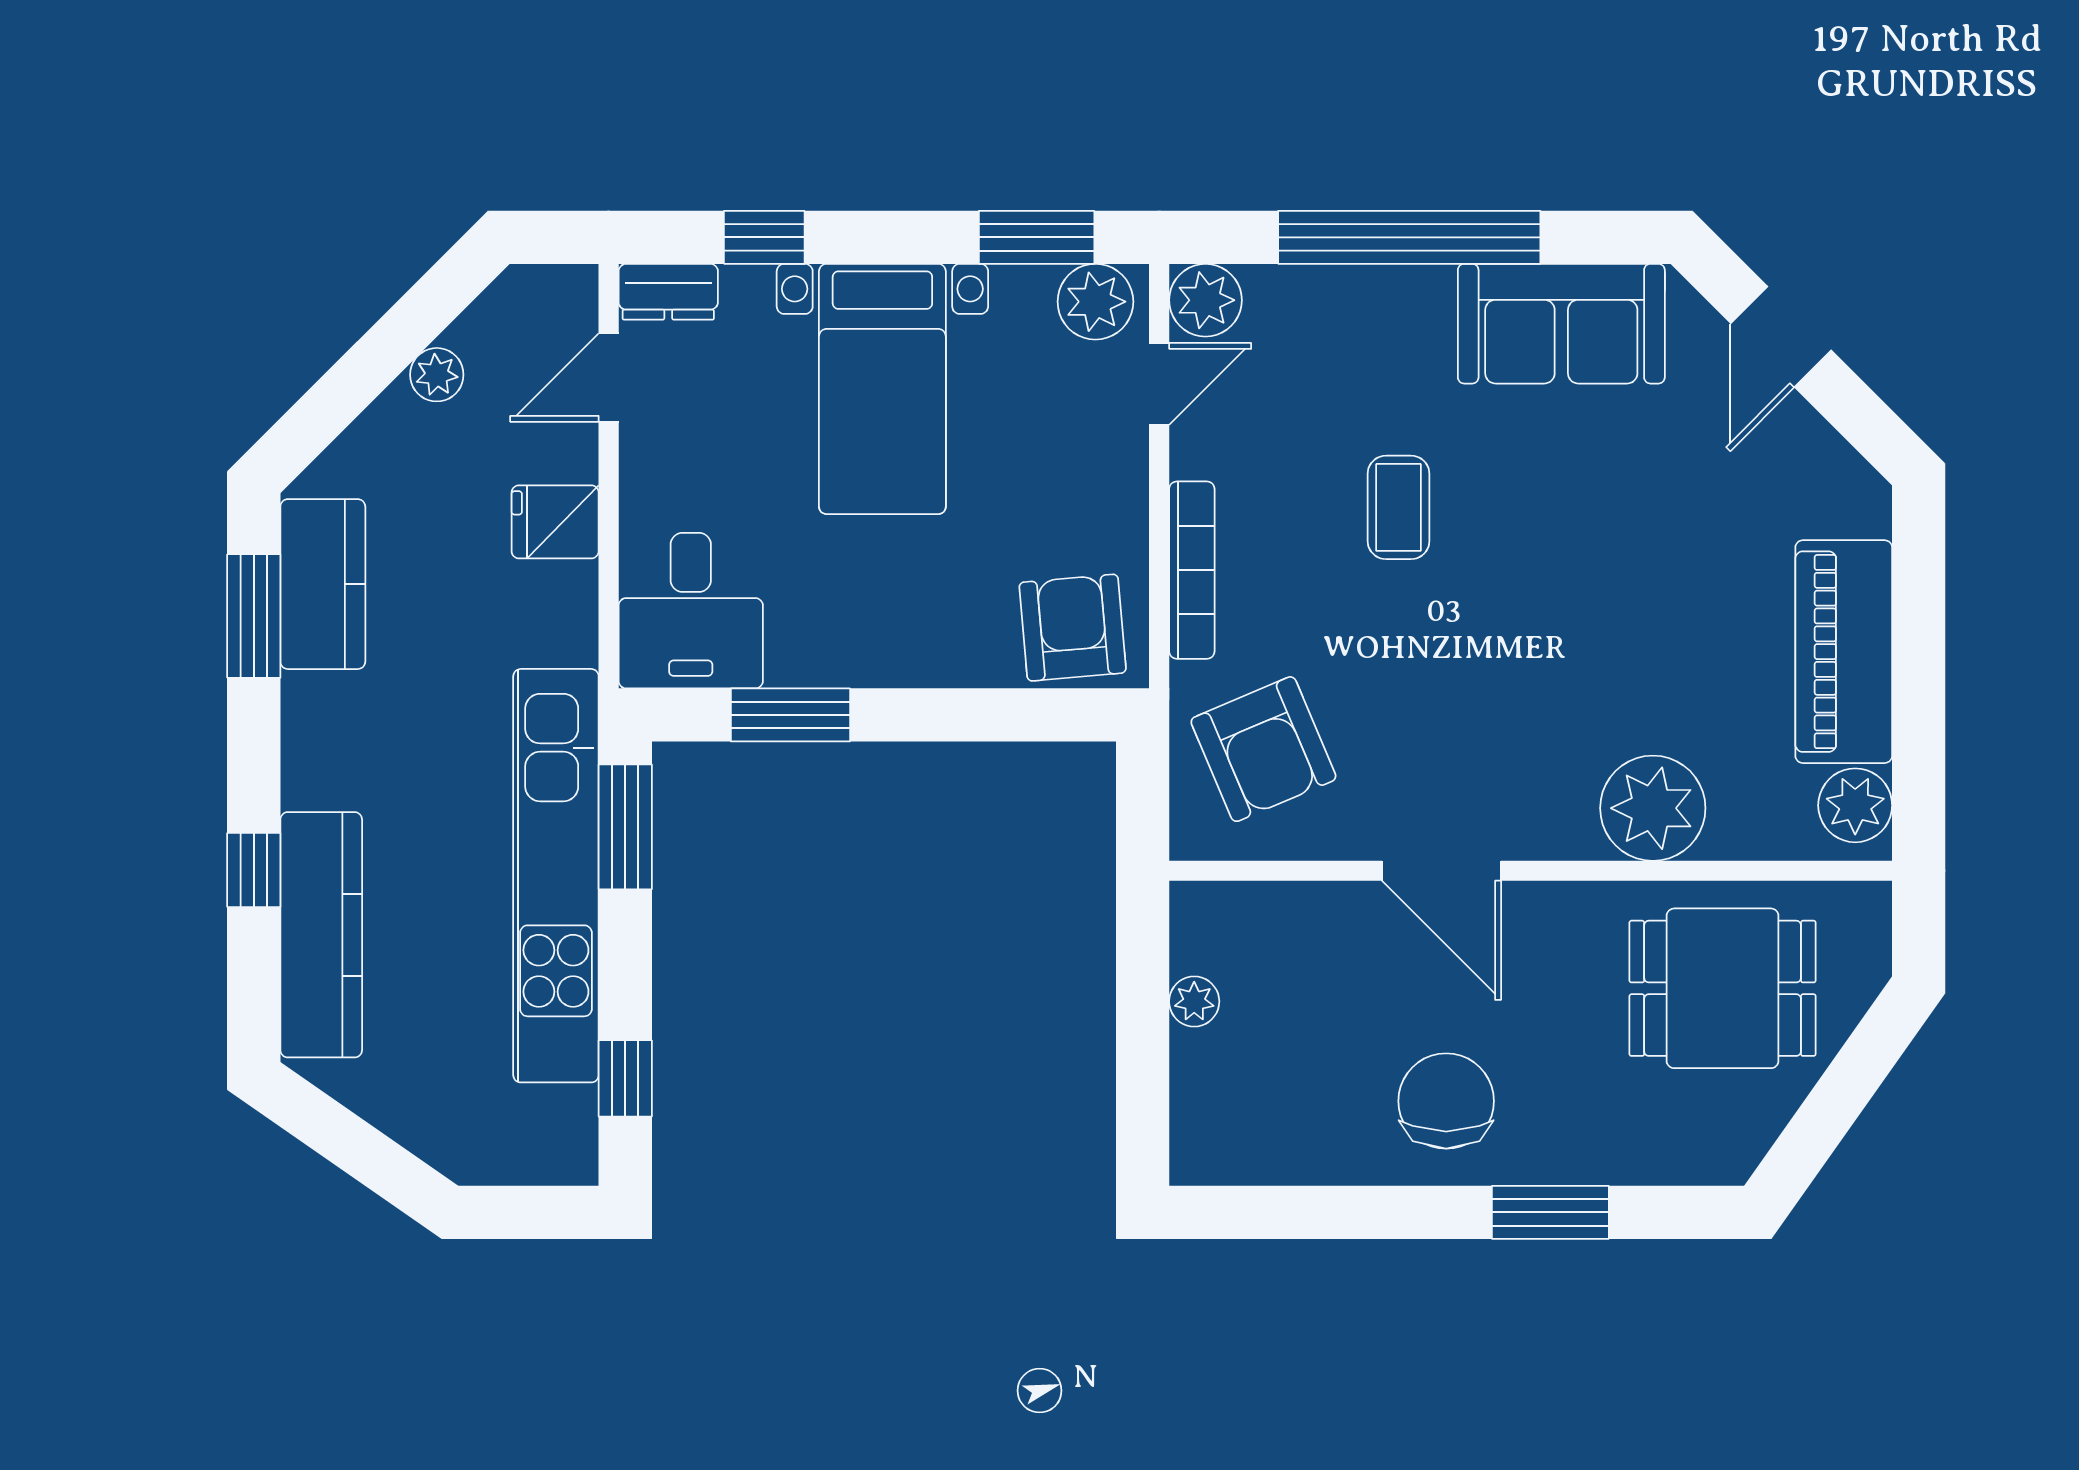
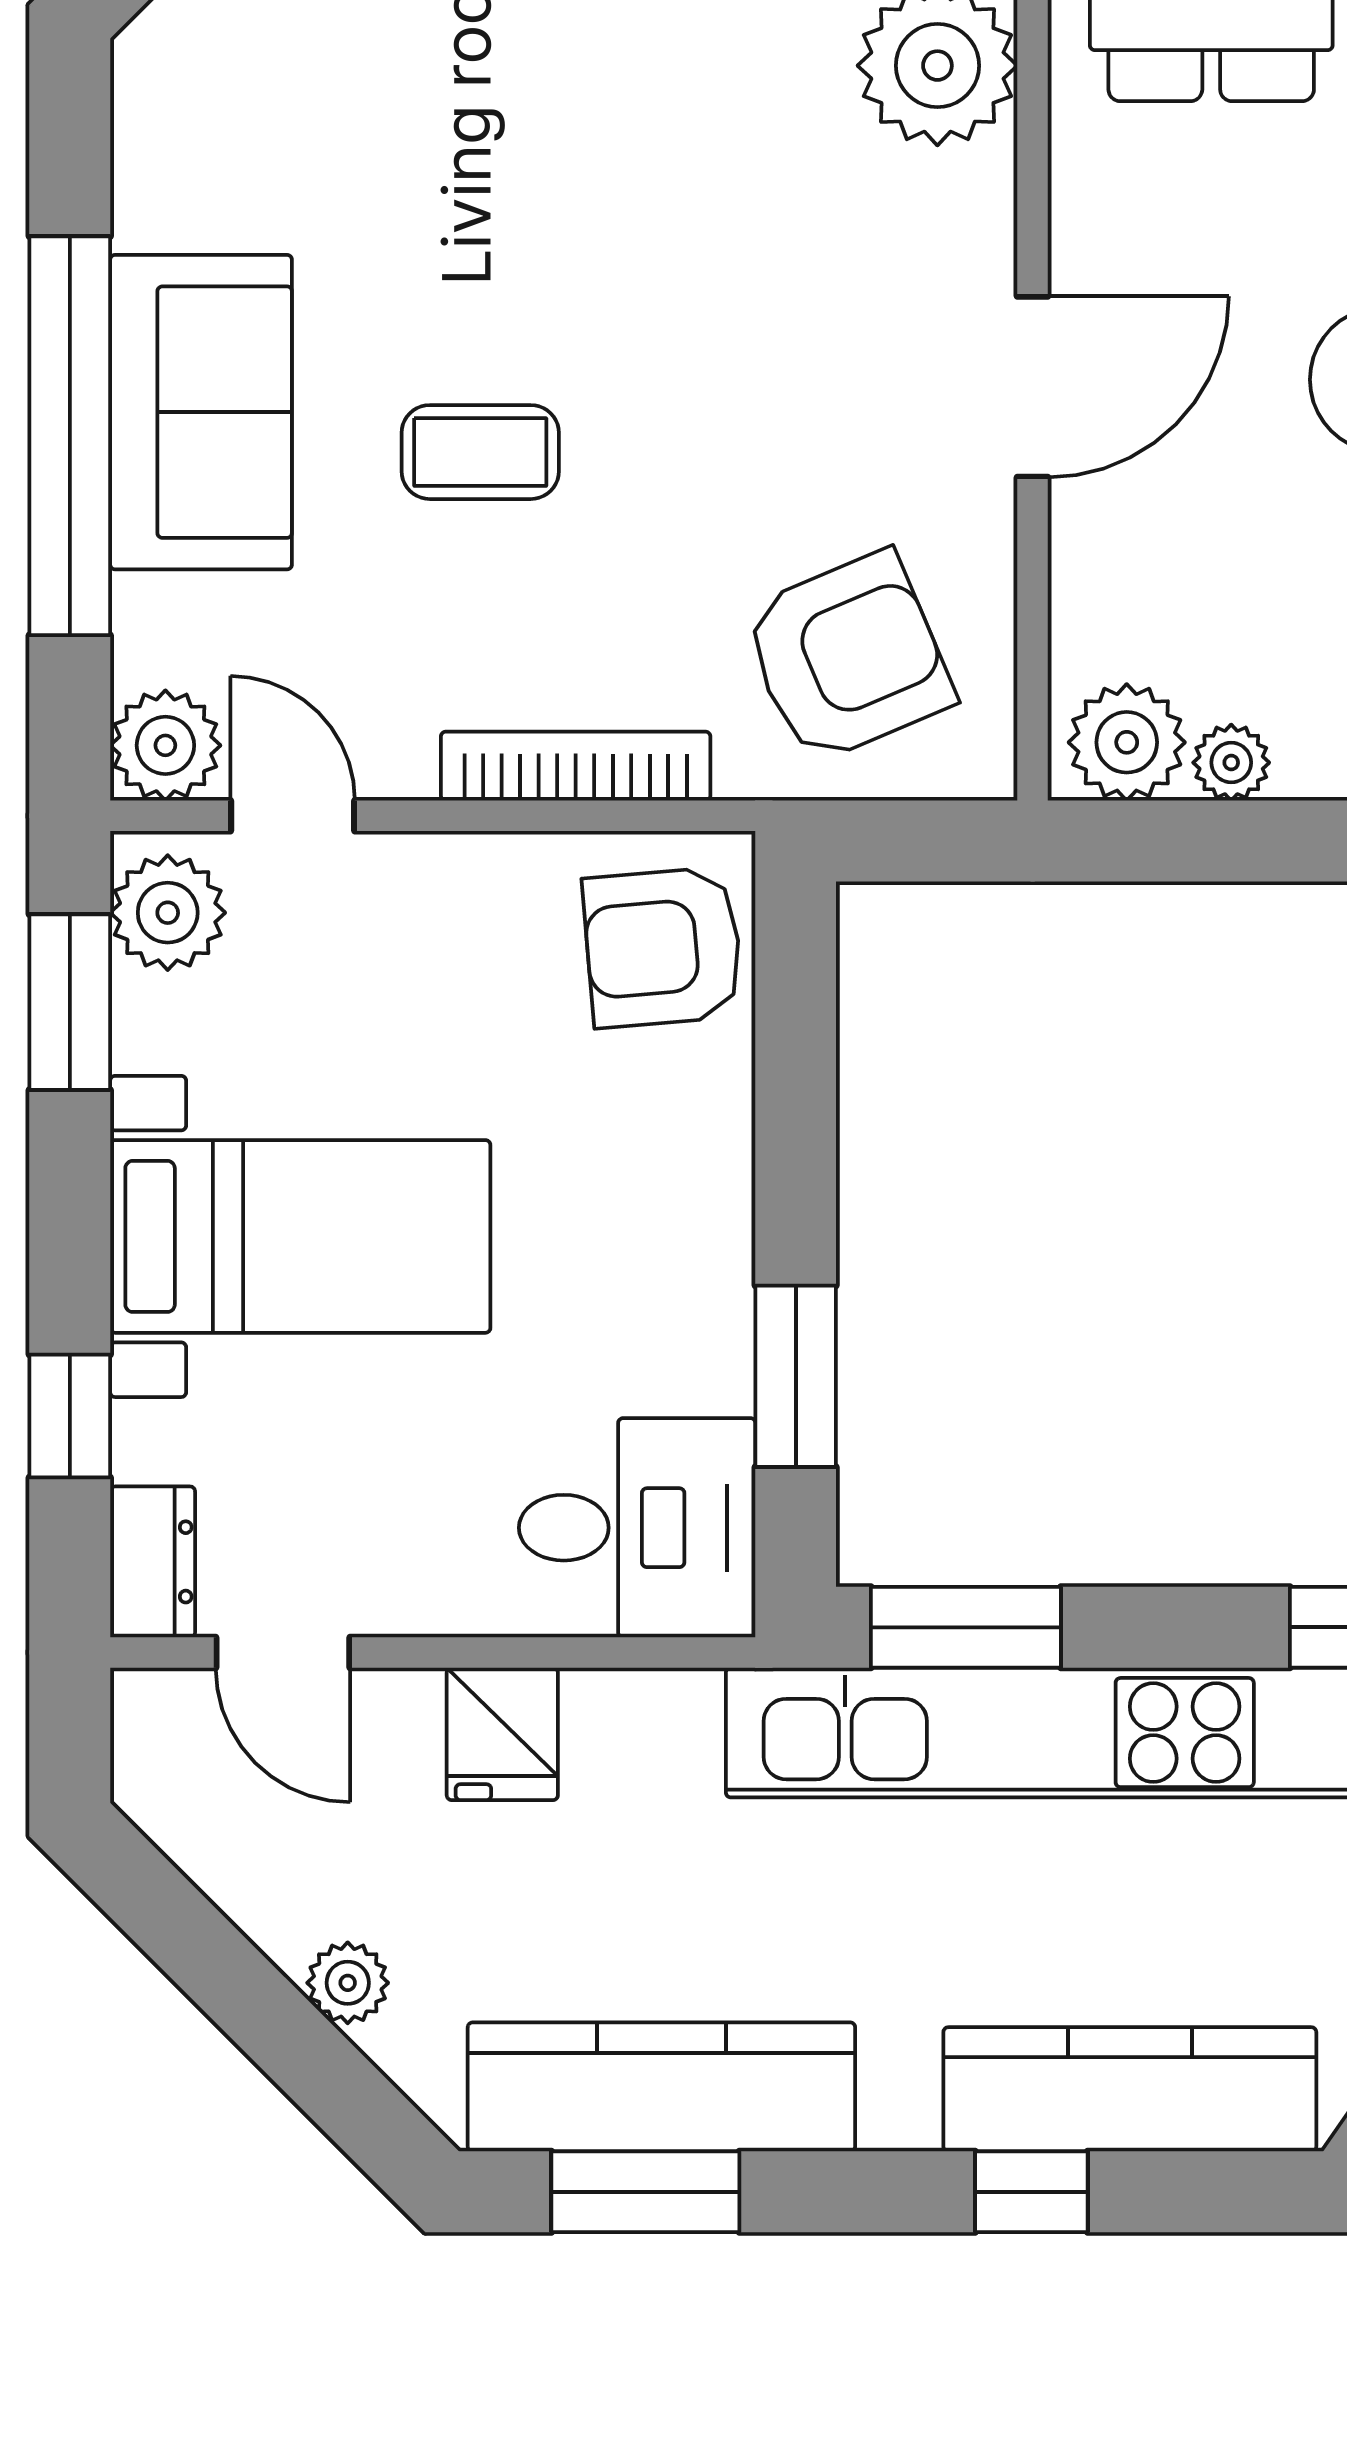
sofa: (1561, 324) -> (201, 412), moved
plant: (437, 375) -> (348, 1983), moved
kitchen counter: (323, 584) -> (661, 2087), width x1.50
plant: (1208, 933) -> (1127, 742), added

